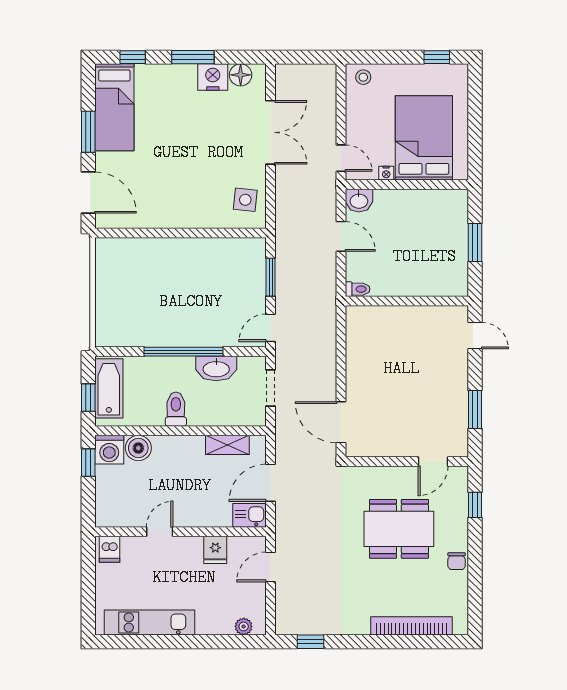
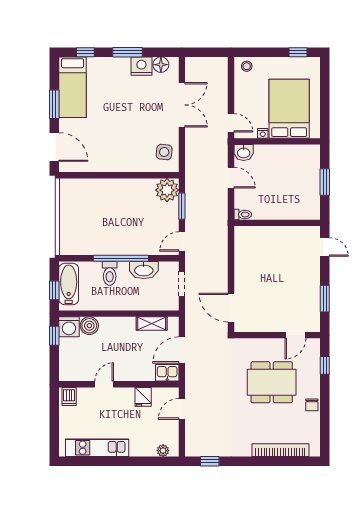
plant: (249, 254) -> (167, 190), added
toilet: (176, 409) -> (110, 273), moved, turned 180

